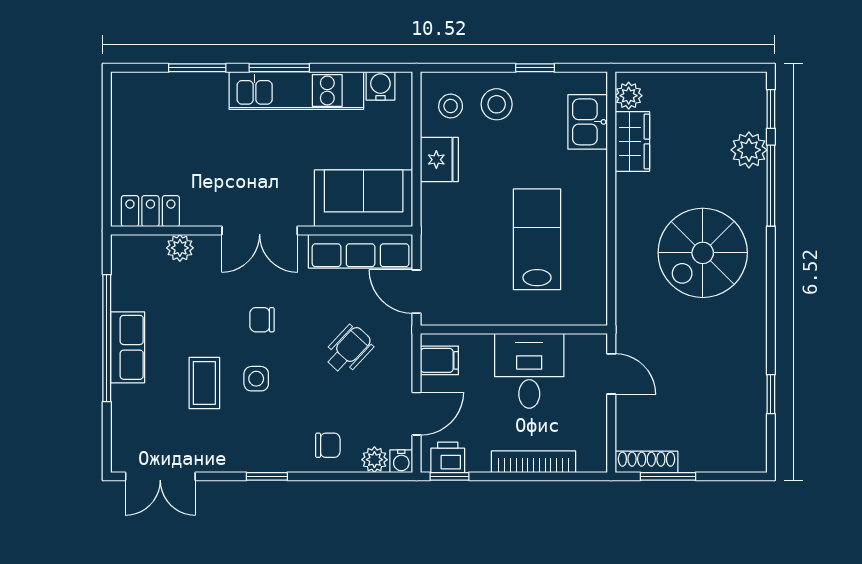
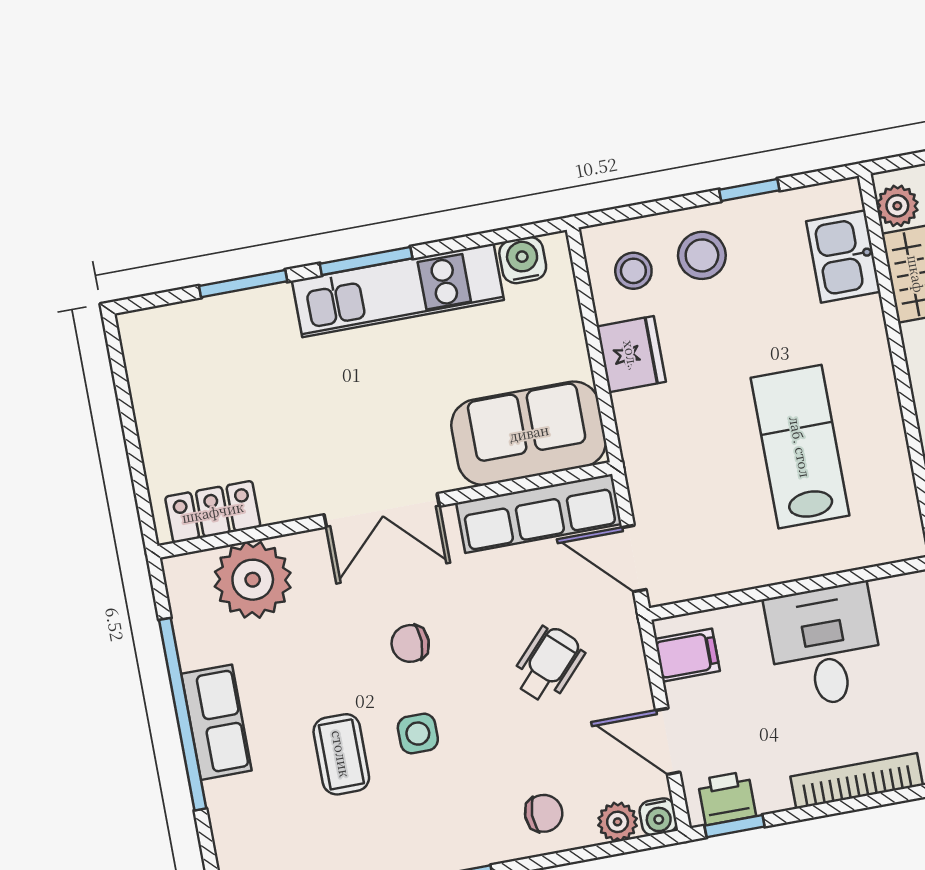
plant: (180, 248) -> (253, 580), width x1.88, depth x1.88
door: (416, 414) -> (668, 741), swing flipped

